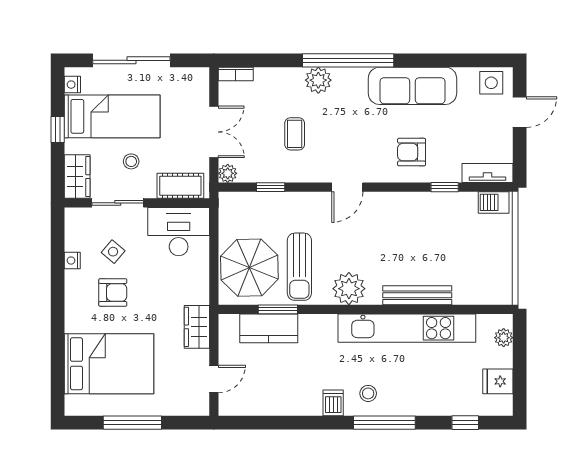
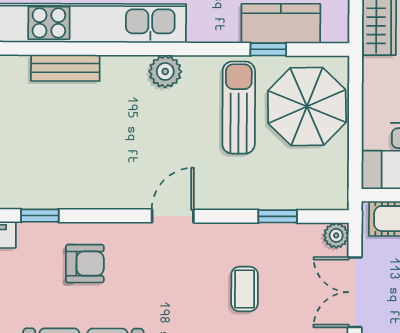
plant: (349, 289) -> (165, 71), width x0.73, depth x0.73
bench: (417, 295) -> (65, 68), width x0.73
window: (278, 309) -> (268, 49), width x0.67

